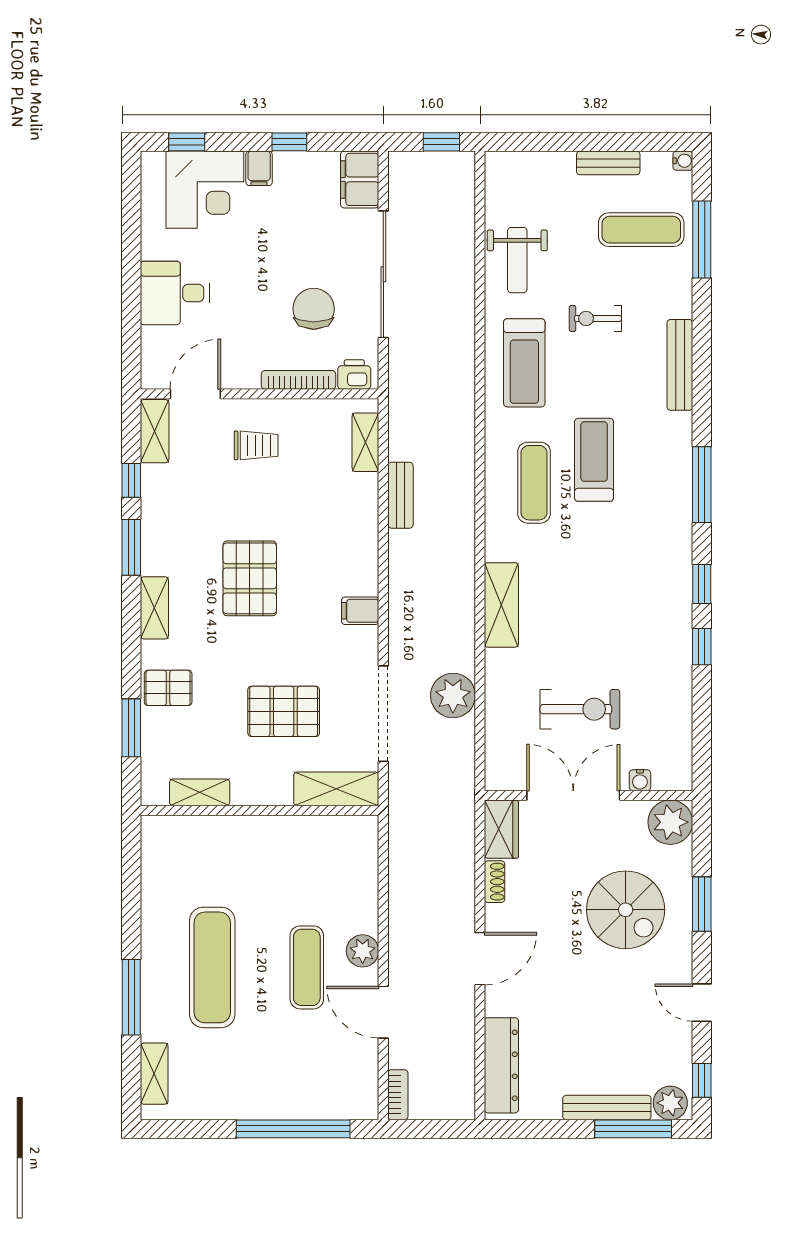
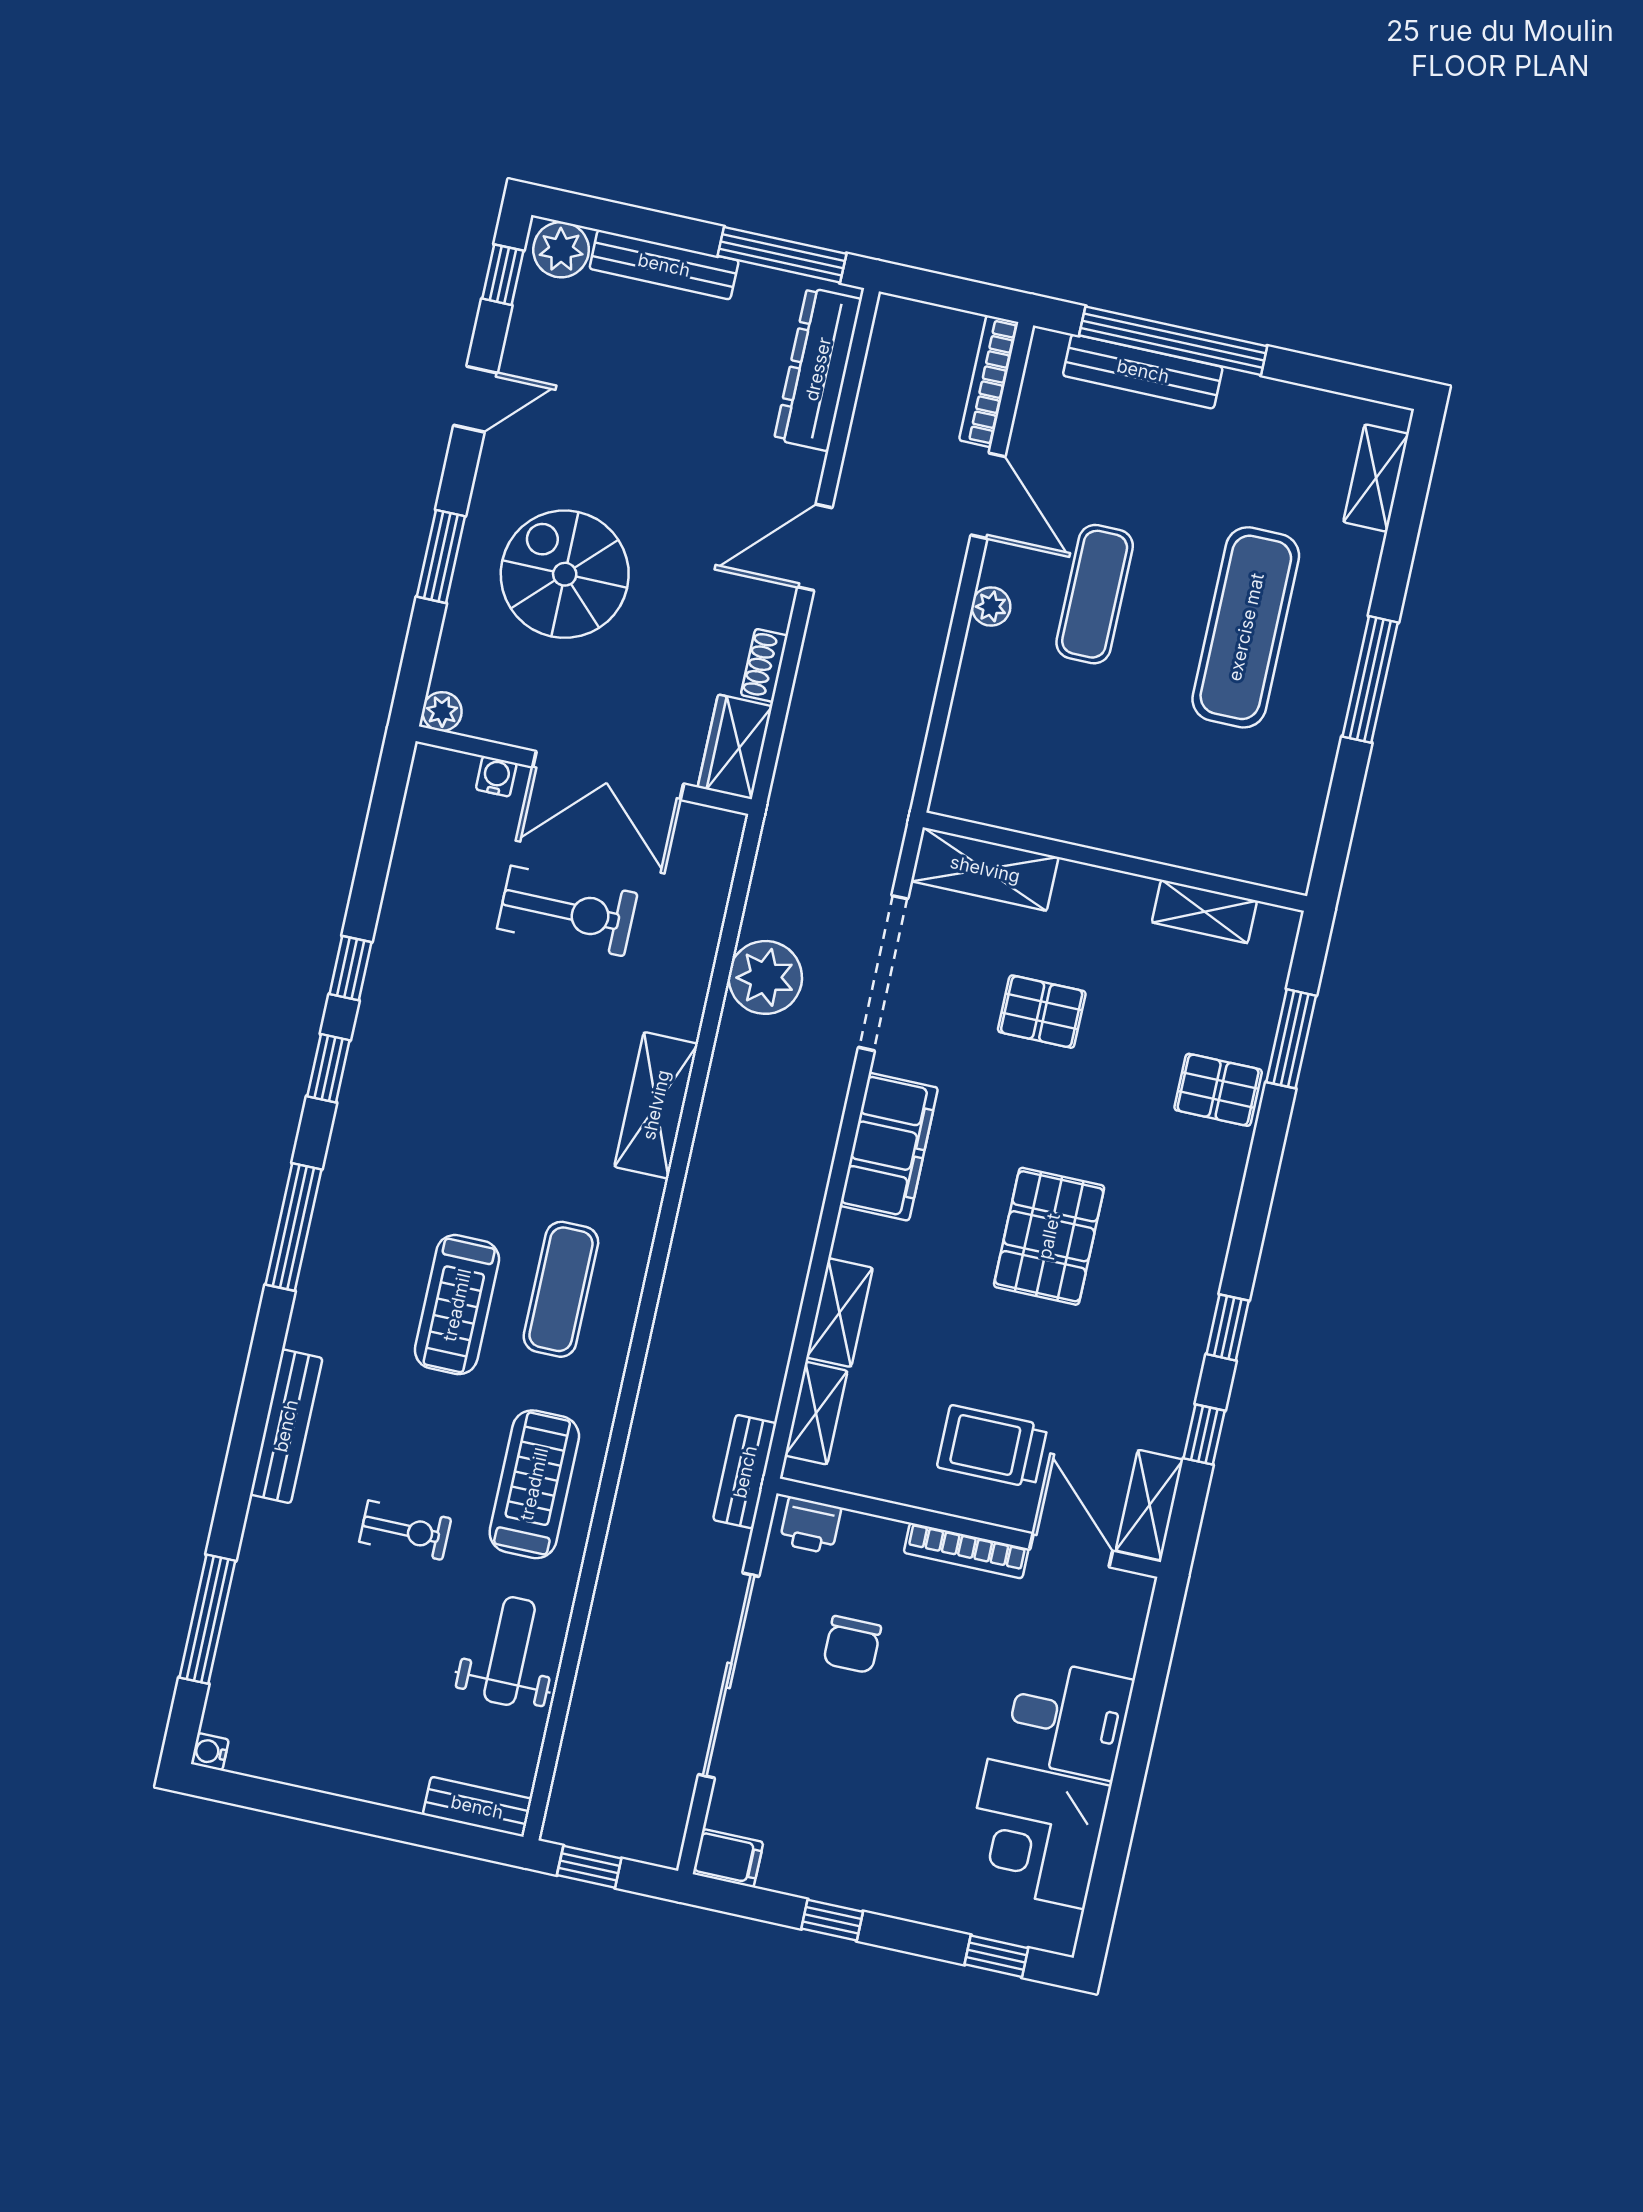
bench: (608, 163) -> (477, 1807), moved
filing cabinet: (259, 168) -> (890, 1888), removed
filing cabinet: (360, 179) -> (728, 1858), width x0.50
corner desk: (205, 190) -> (1036, 1834), moved, turned -90
exercise mat: (641, 230) -> (301, 1656), removed
chair: (314, 309) -> (852, 1645), width x0.73, depth x0.73
bookcase: (298, 380) -> (966, 1551), moved
door: (195, 394) -> (1071, 1550), swing flipped
trolley: (256, 445) -> (992, 1447), width x1.36, depth x1.39
bench: (400, 495) -> (745, 1472), moved
window: (131, 547) -> (1228, 1327), width x0.67
shelving: (154, 608) -> (840, 1313), moved
filing cabinet: (360, 611) -> (889, 1147), width x3.00, depth x1.17
exercise bike: (580, 709) -> (567, 911), turned 180
pallet: (284, 711) -> (1042, 1012), width x0.67, depth x0.71
plant: (670, 822) -> (442, 711), width x0.53, depth x0.53
plant: (363, 951) -> (991, 606), width x0.73, depth x0.73
window: (131, 997) -> (1370, 679), moved
door: (702, 1003) -> (476, 399), hinge flipped
bookcase: (398, 1095) -> (989, 381), width x1.56
bench: (307, 1107) -> (1143, 371), added
window: (633, 1129) -> (782, 255), moved

